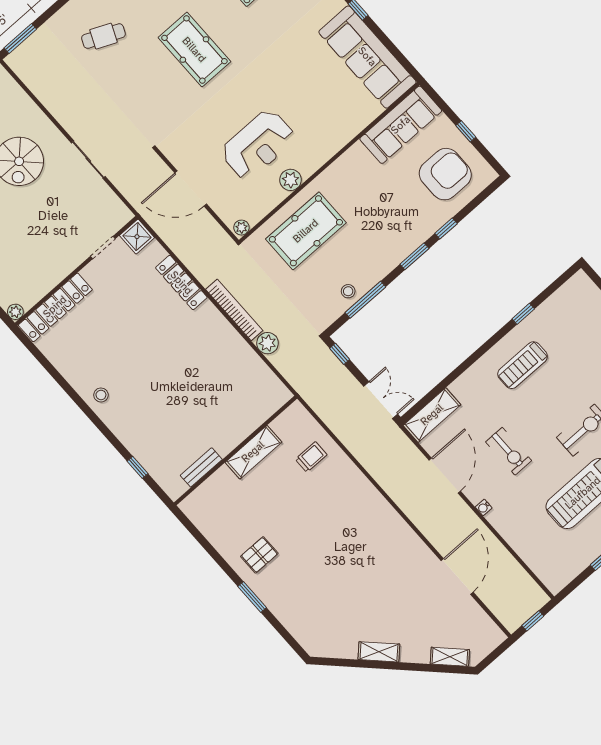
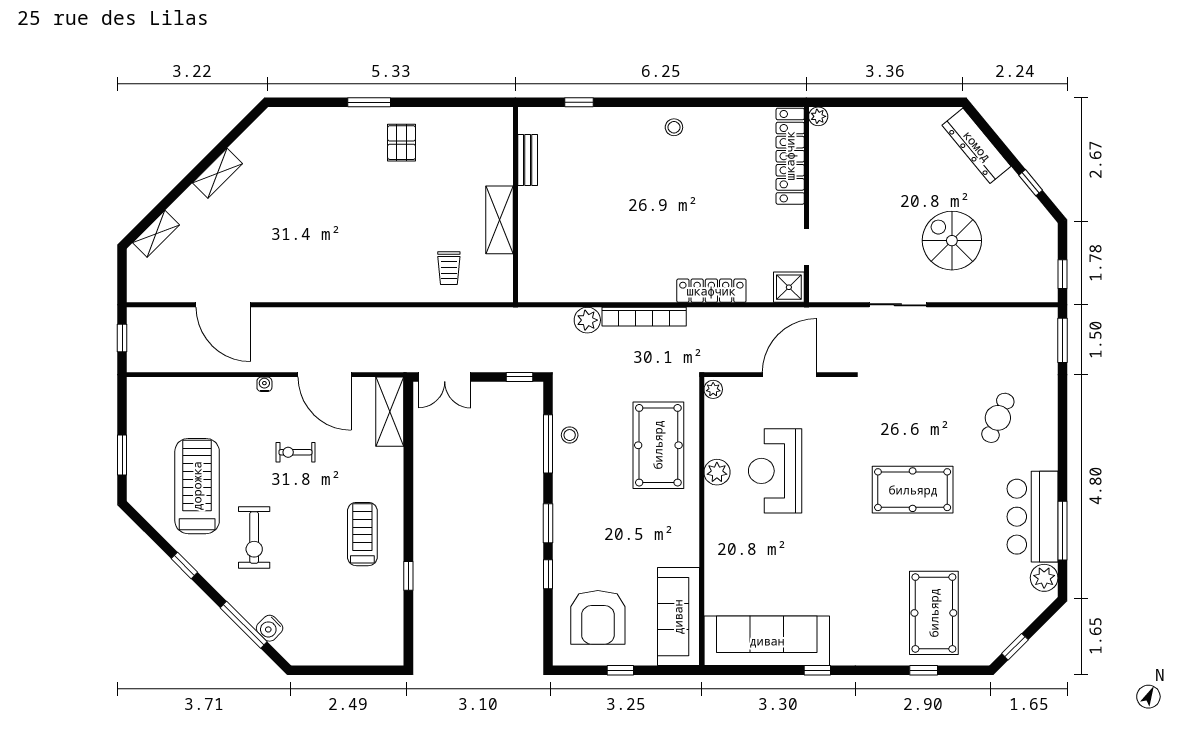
exercise bike: (509, 451) -> (295, 452), width x0.73, depth x0.72

